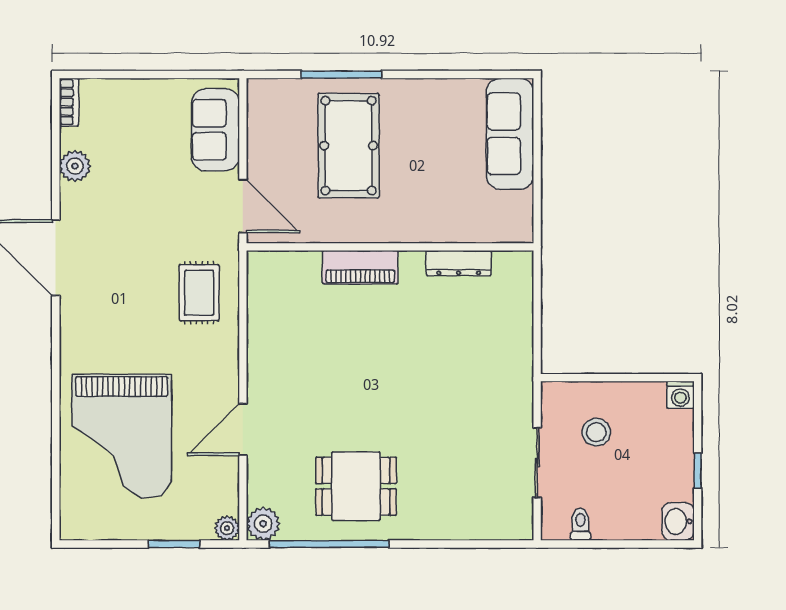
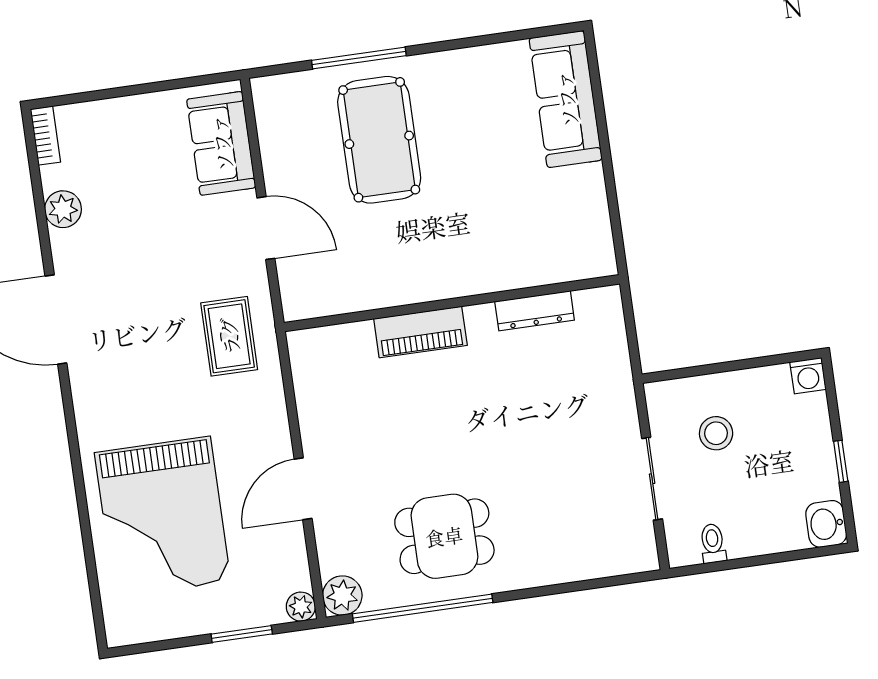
wall: (390, 247) -> (452, 303), moved
dresser: (459, 263) -> (535, 311), moved
piano: (360, 267) -> (420, 332), moved

